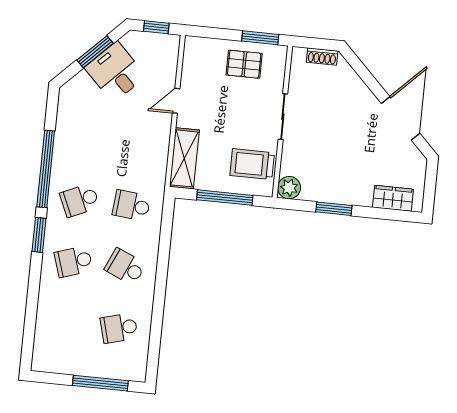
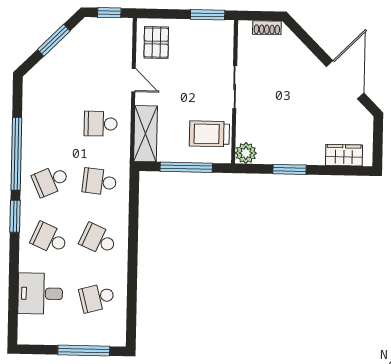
pallet: (244, 64) -> (156, 43), moved, turned 90
desk: (115, 72) -> (40, 294), moved, turned -45
door: (176, 101) -> (134, 80), swing flipped
school desk: (138, 144) -> (101, 124), added
school desk: (73, 262) -> (49, 239), turned 42

